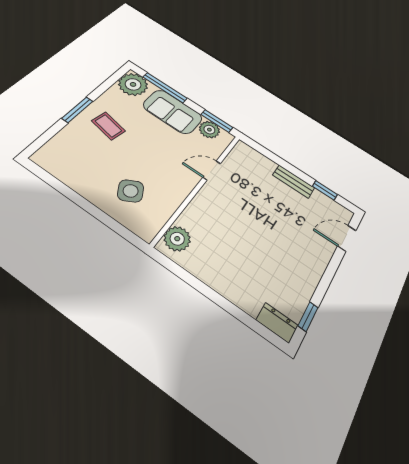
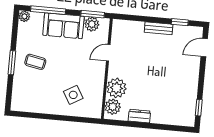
plant: (133, 84) -> (24, 16), width x0.53, depth x0.53
plant: (198, 218) -> (116, 88), added
dresser: (277, 323) -> (139, 116), moved

